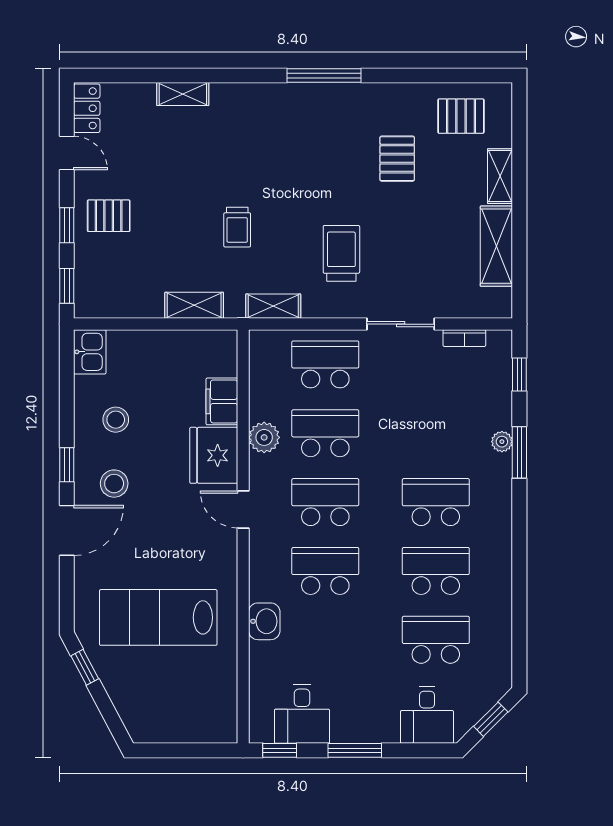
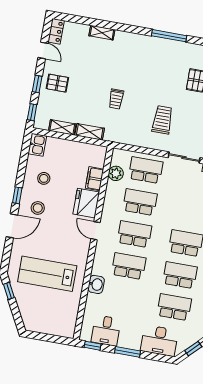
shelving: (273, 306) -> (62, 127), moved
plant: (264, 437) -> (116, 173), moved
desk: (427, 715) -> (159, 341), width x1.37

